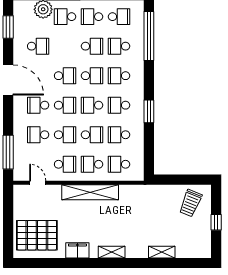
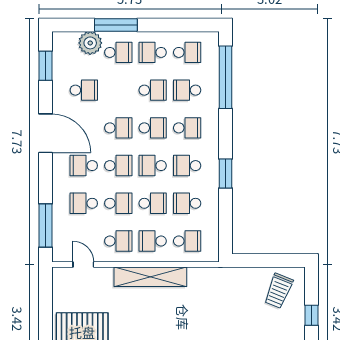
school desk: (65, 17) -> (118, 52), turned 180
school desk: (119, 76) -> (187, 128), turned 180
school desk: (119, 164) -> (187, 241), turned 180

